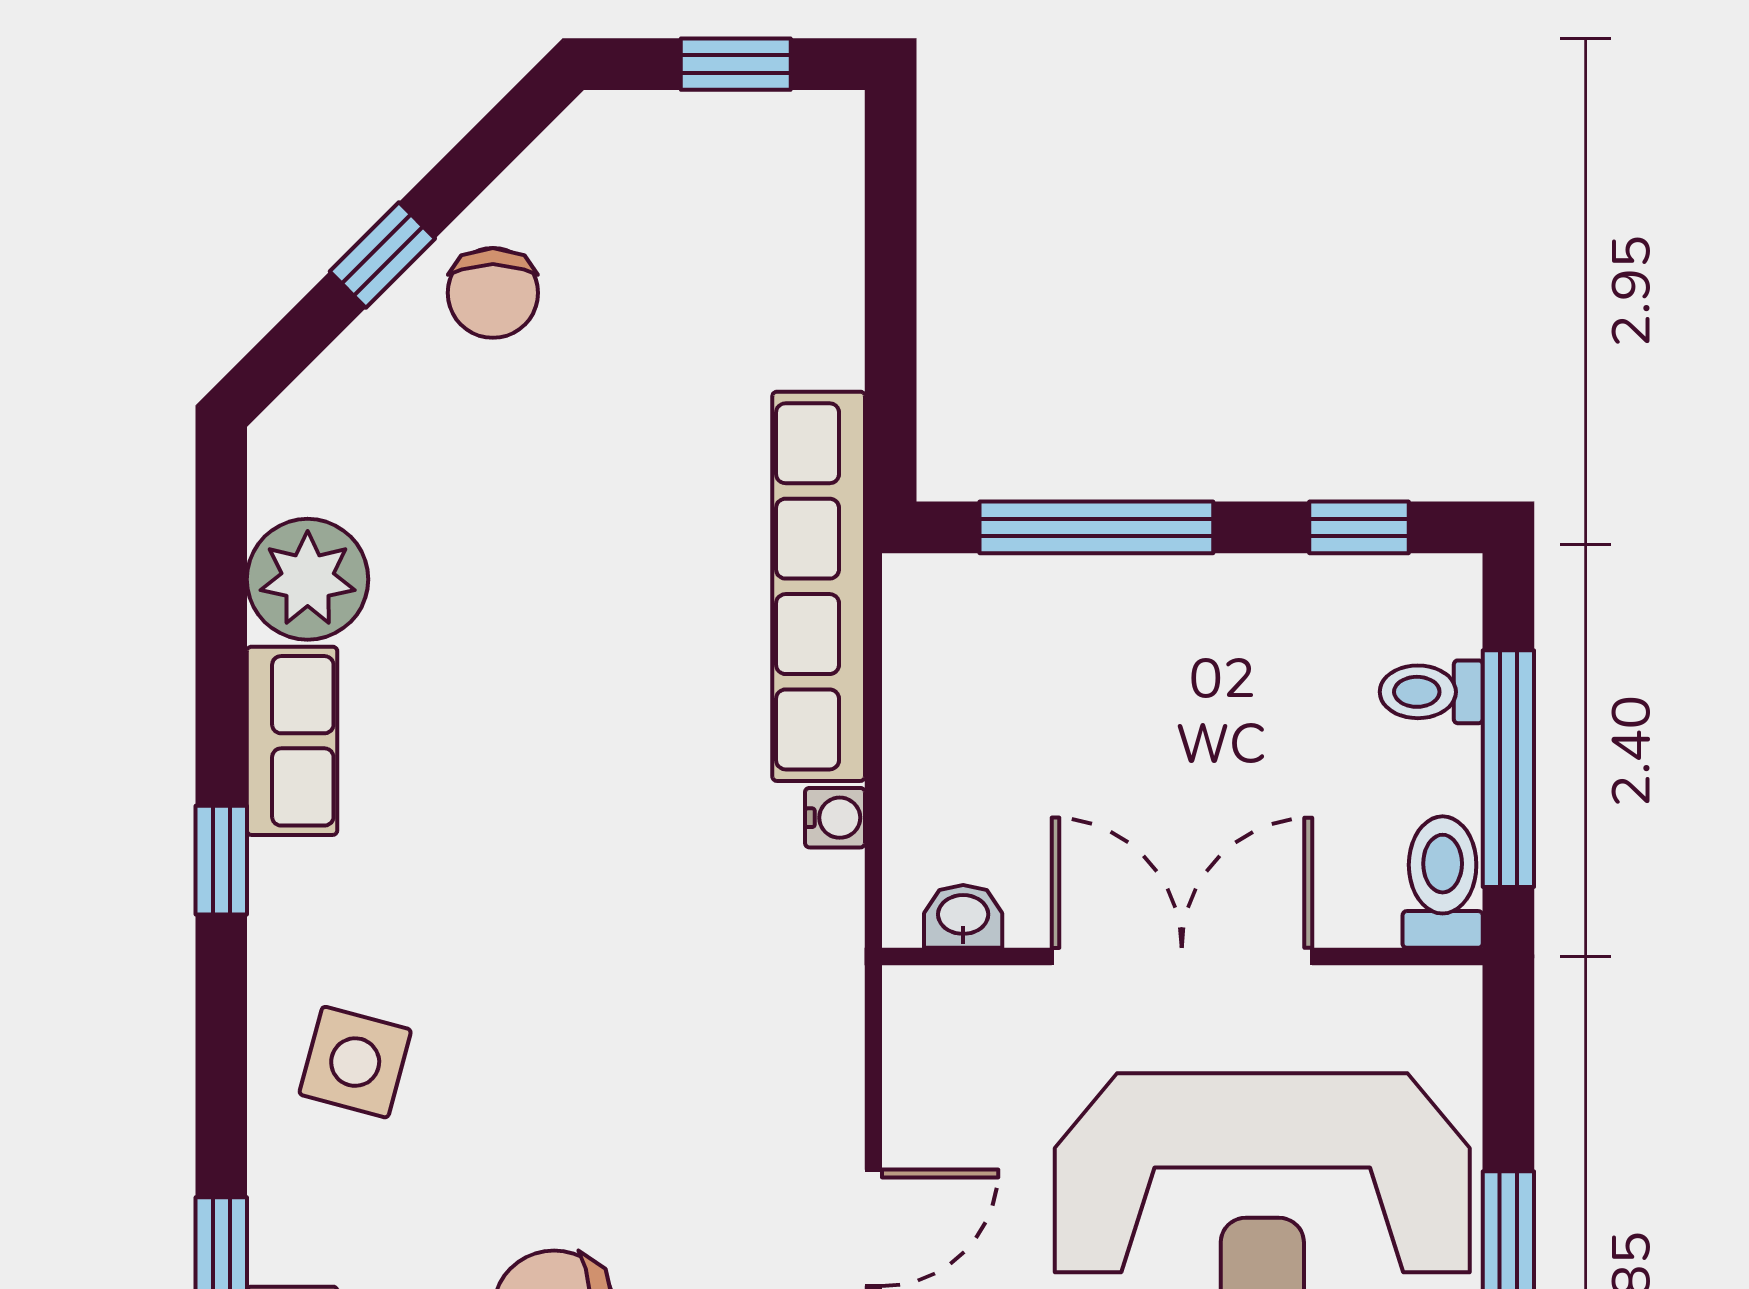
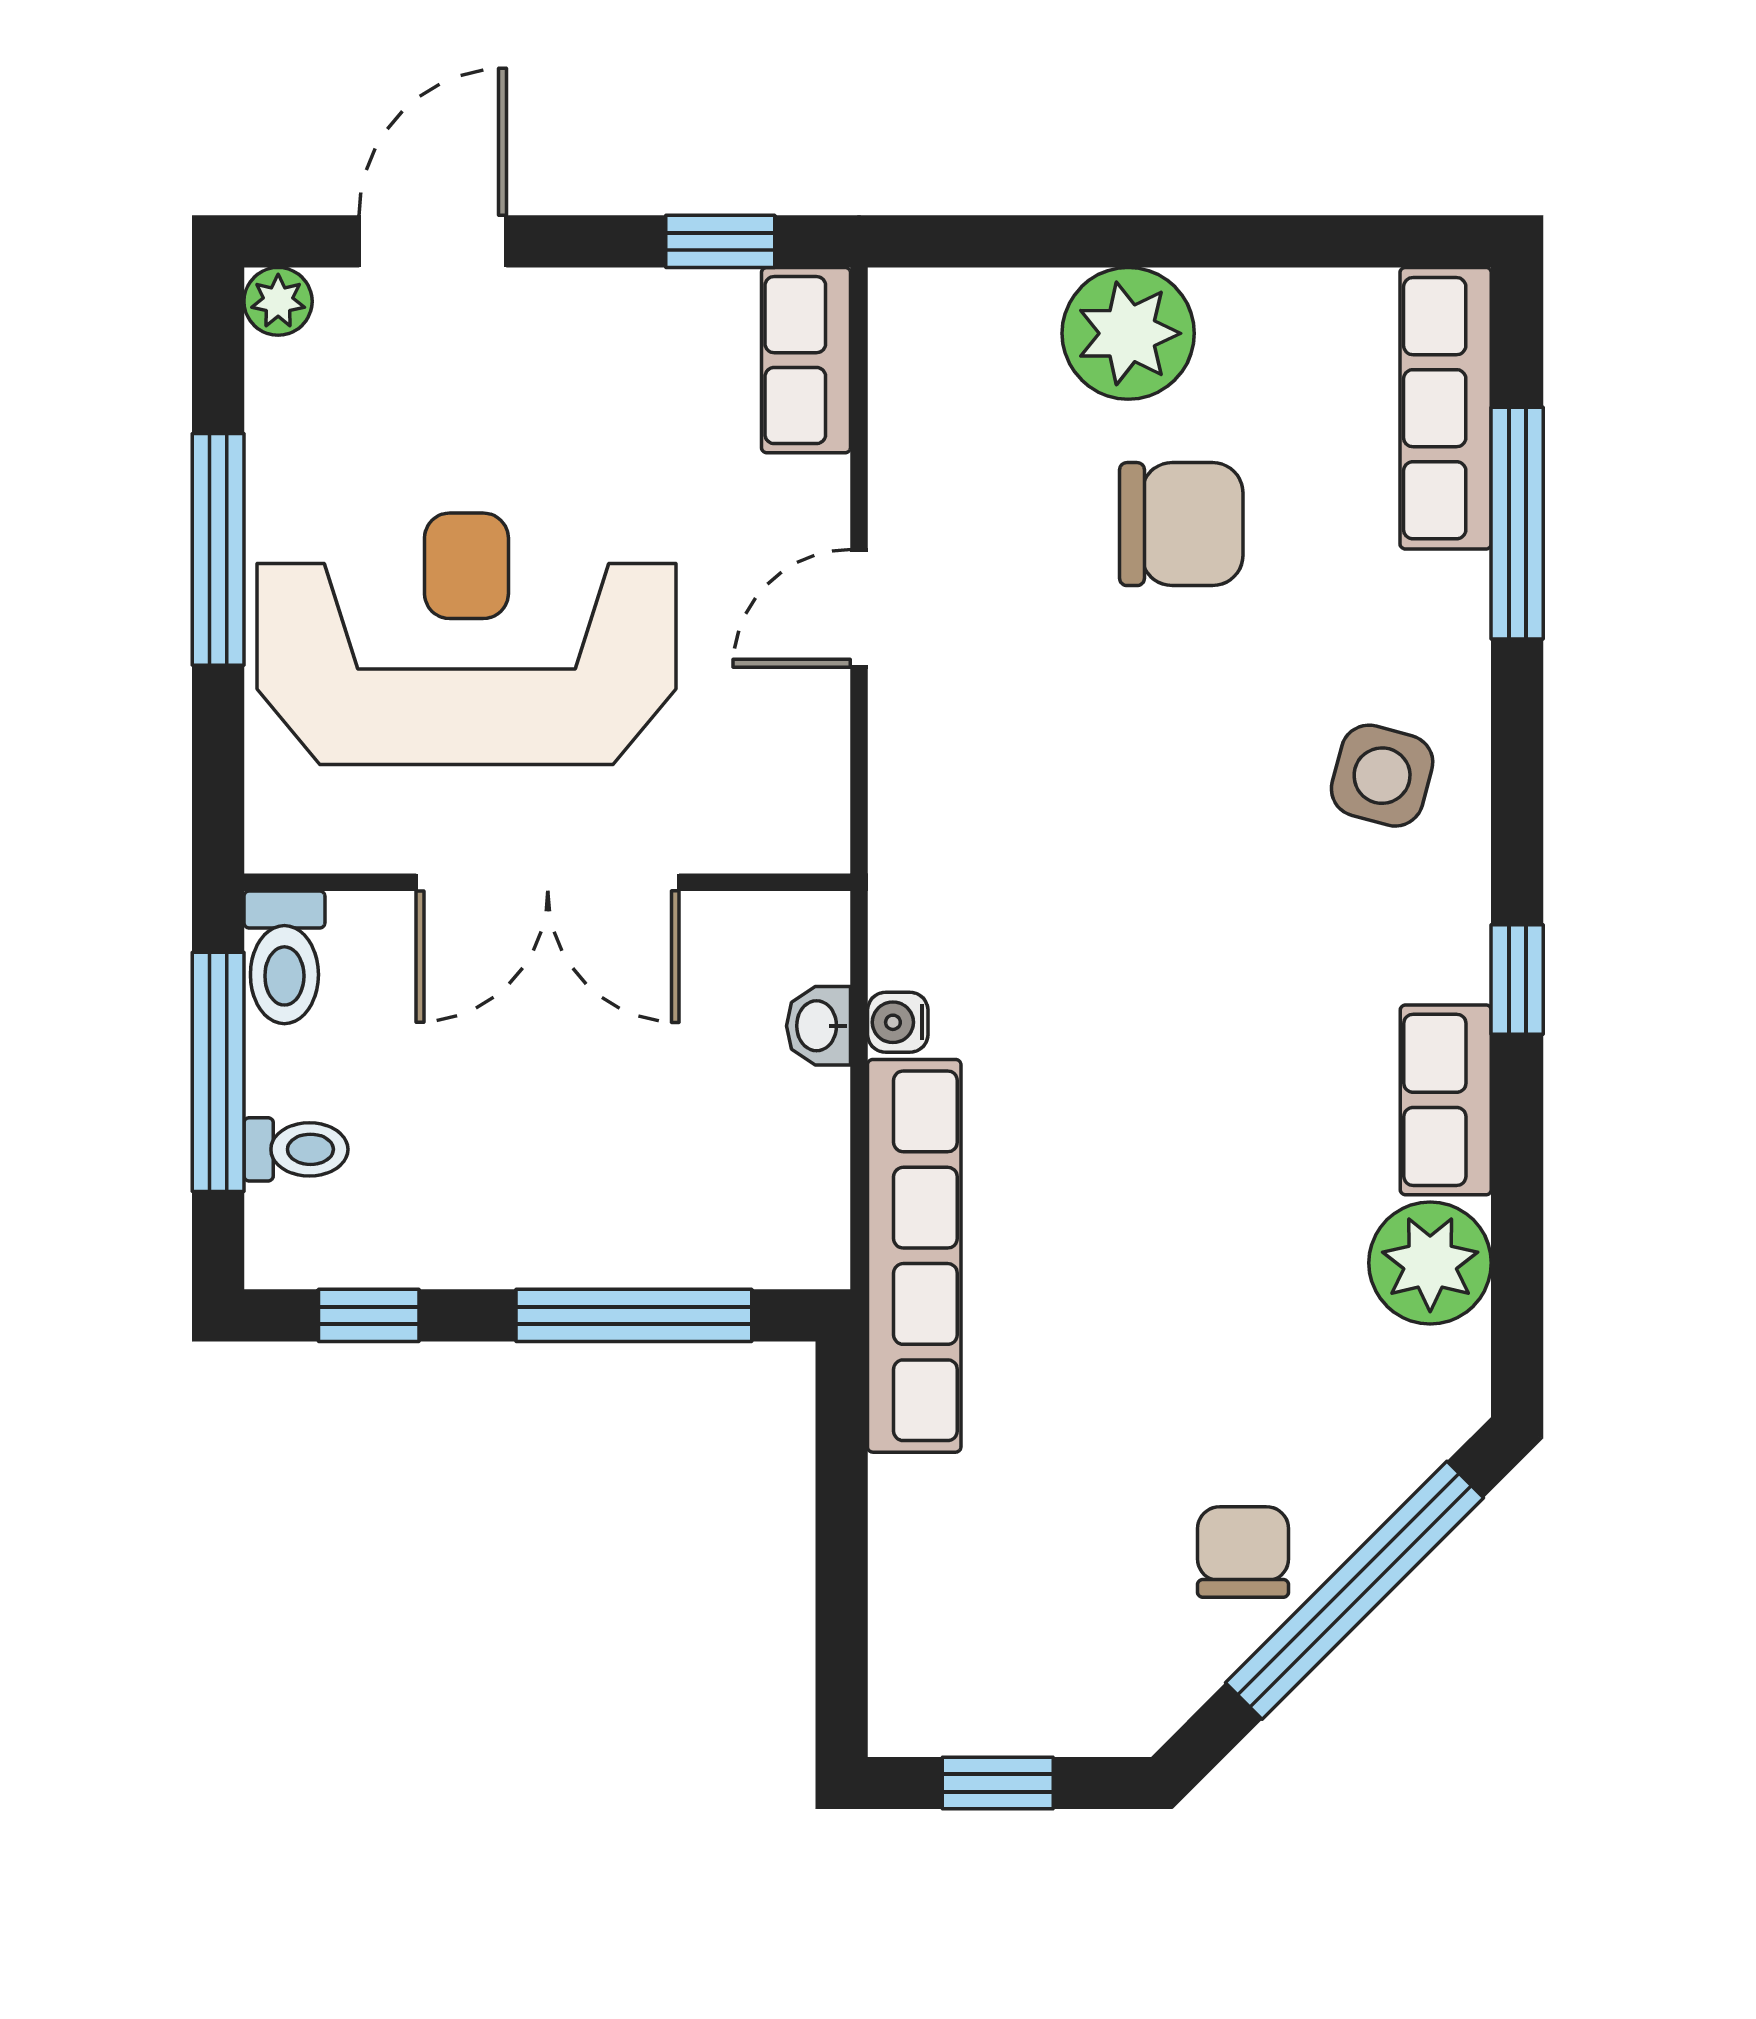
window: (382, 255) -> (1355, 1590), width x3.17
washbasin: (963, 916) -> (818, 1026), moved, turned 90

